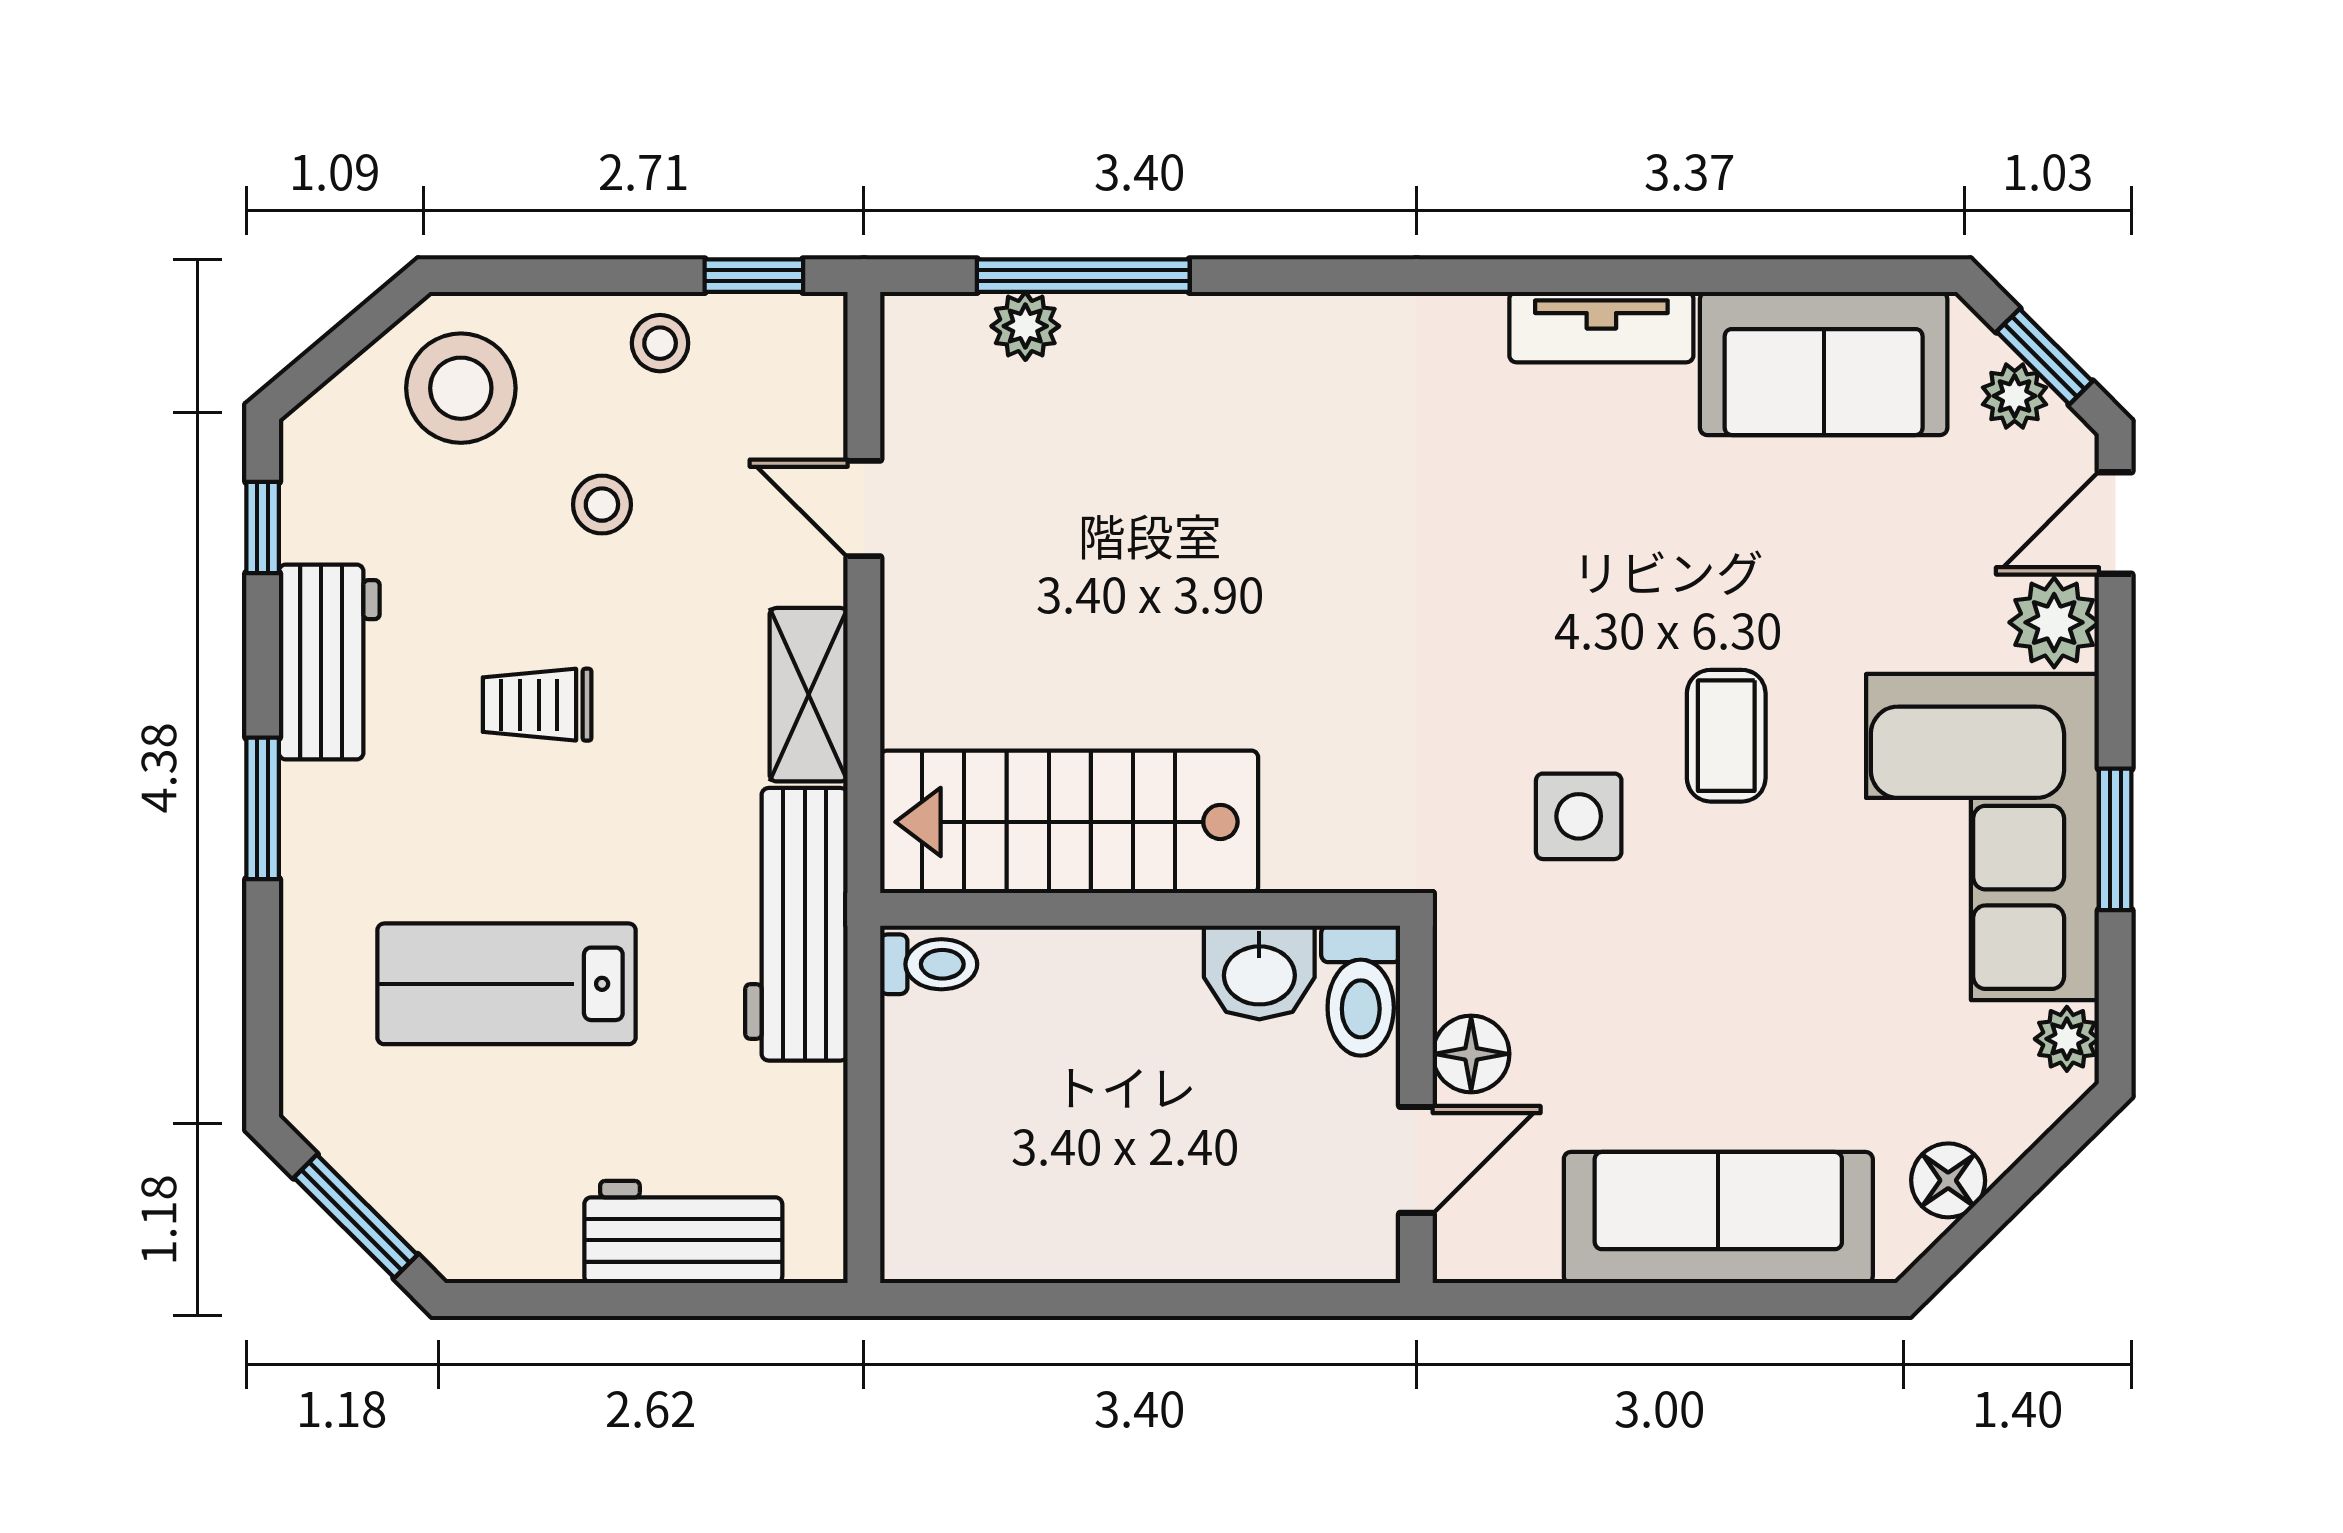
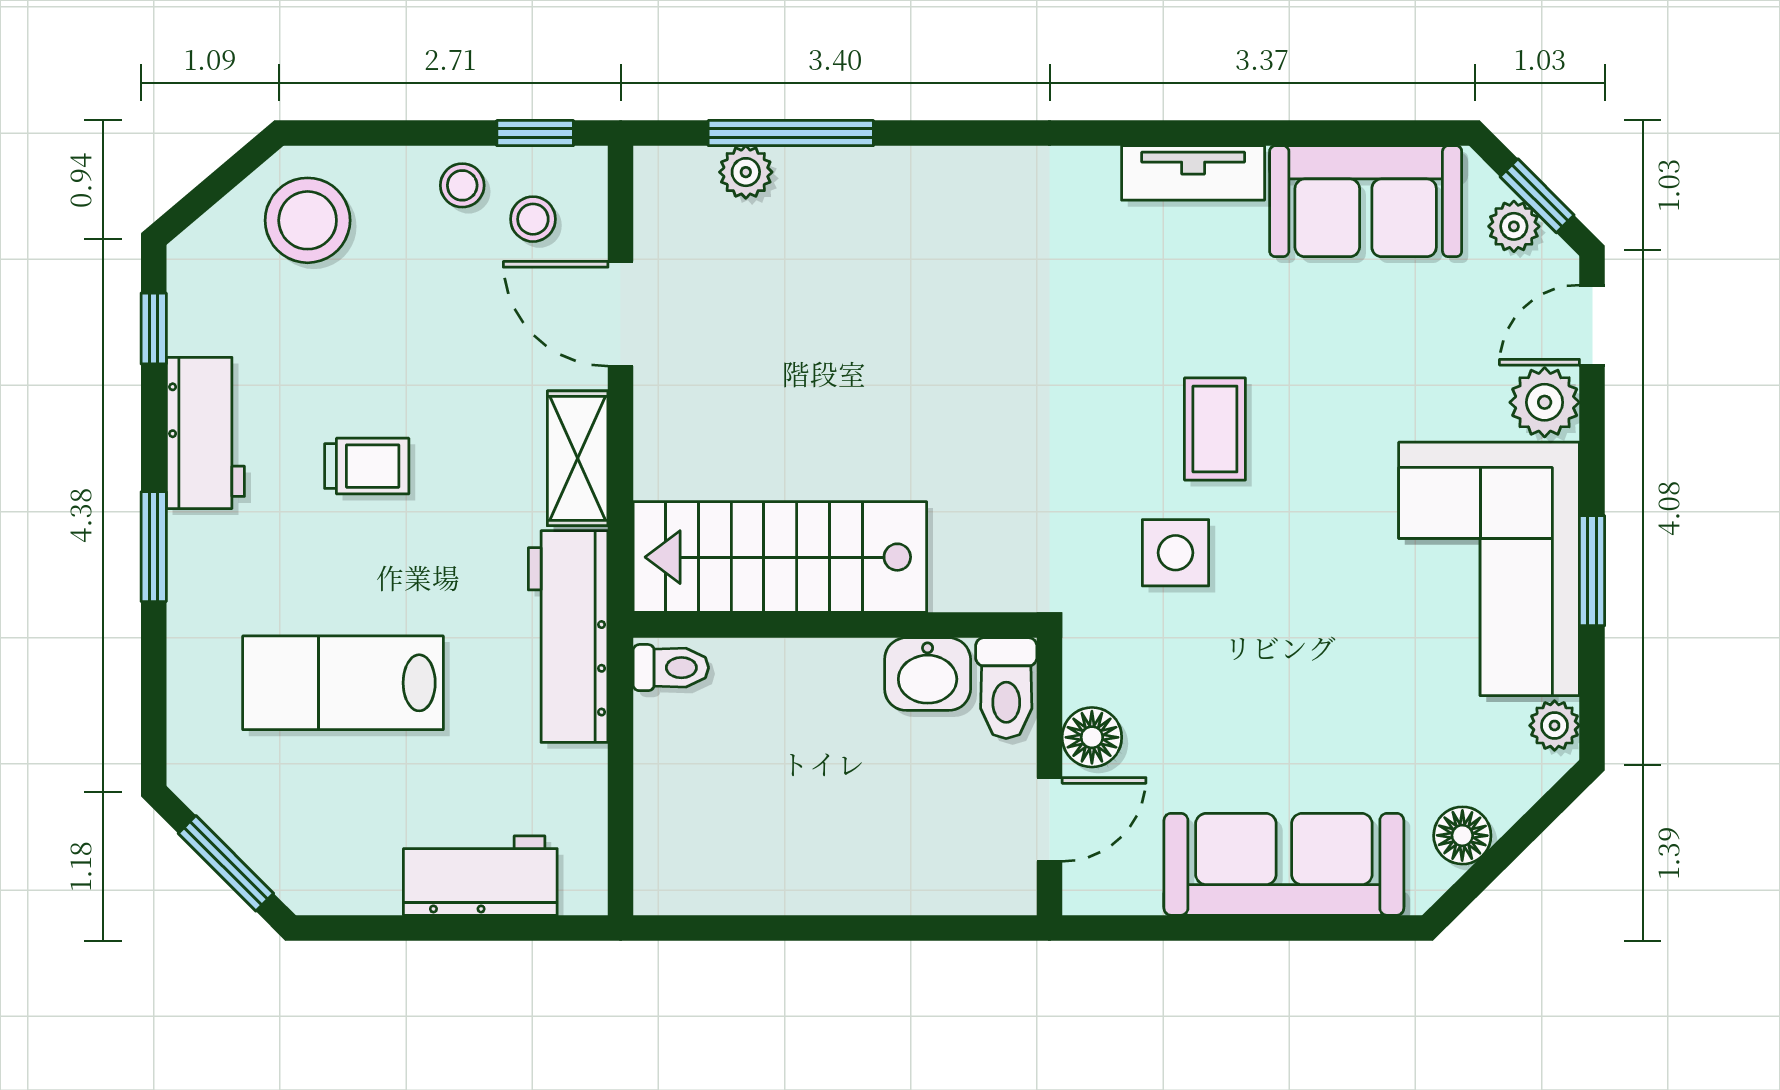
stool: (602, 505) -> (533, 219), moved
door: (864, 509) -> (621, 314), width x1.38
trolley: (537, 705) -> (367, 466), turned 180
coffee table: (1726, 736) -> (1215, 429), moved

